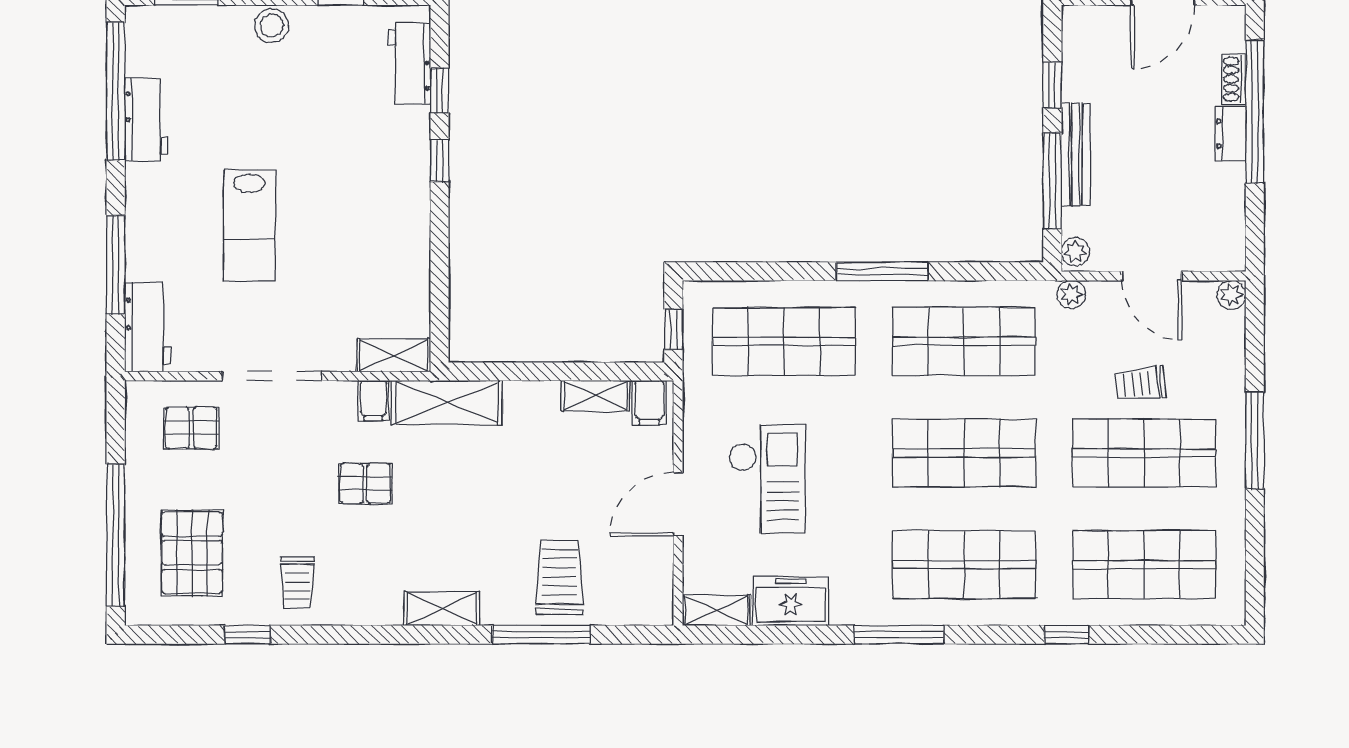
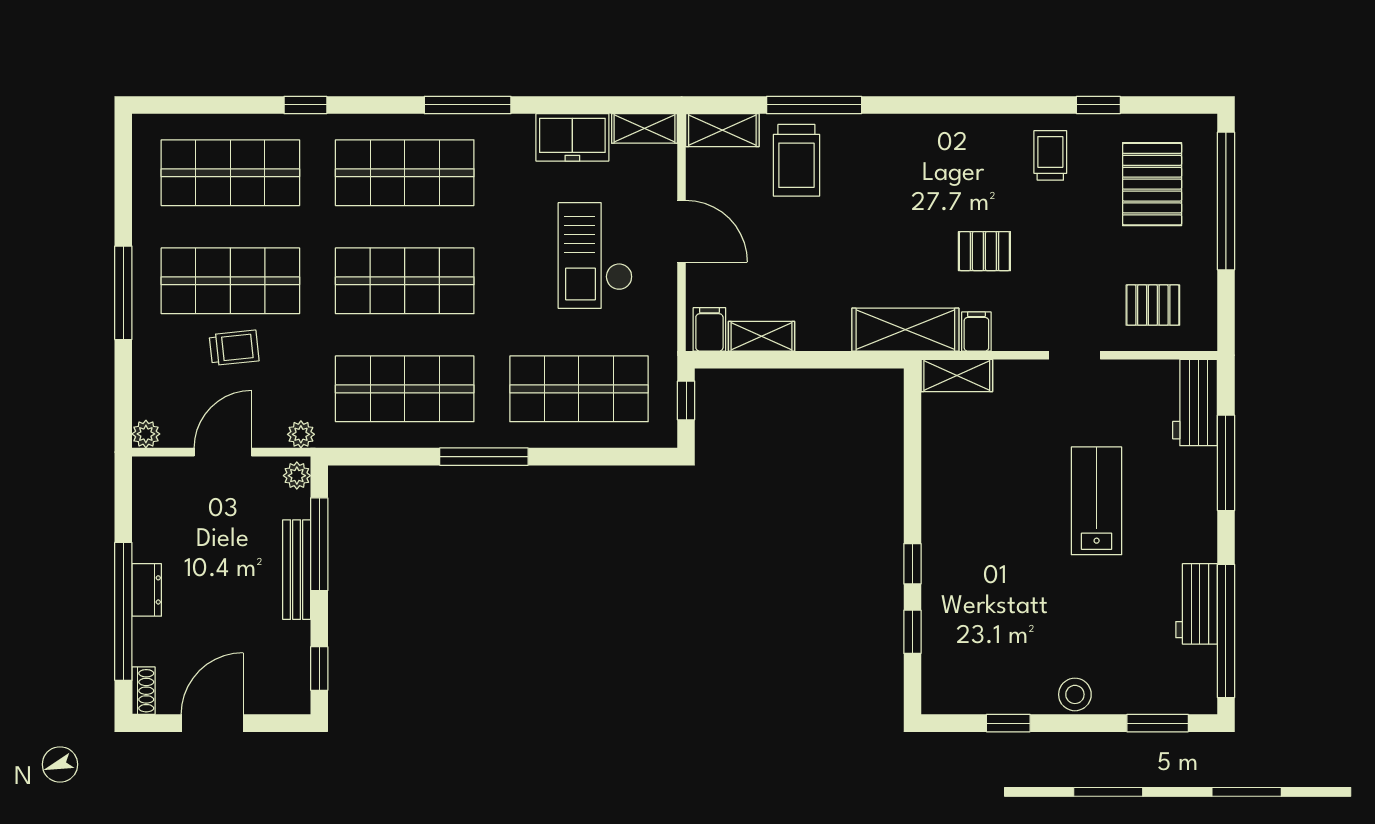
workbench: (410, 63) -> (941, 658), removed
shoe rack: (1234, 79) -> (143, 691), moved
window: (1052, 85) -> (319, 668), moved
door: (1152, 276) -> (223, 452), hinge flipped
doorway: (272, 376) -> (1075, 355), width x0.53
door: (678, 504) -> (682, 231), hinge flipped
shelving: (442, 609) -> (722, 130), moved

